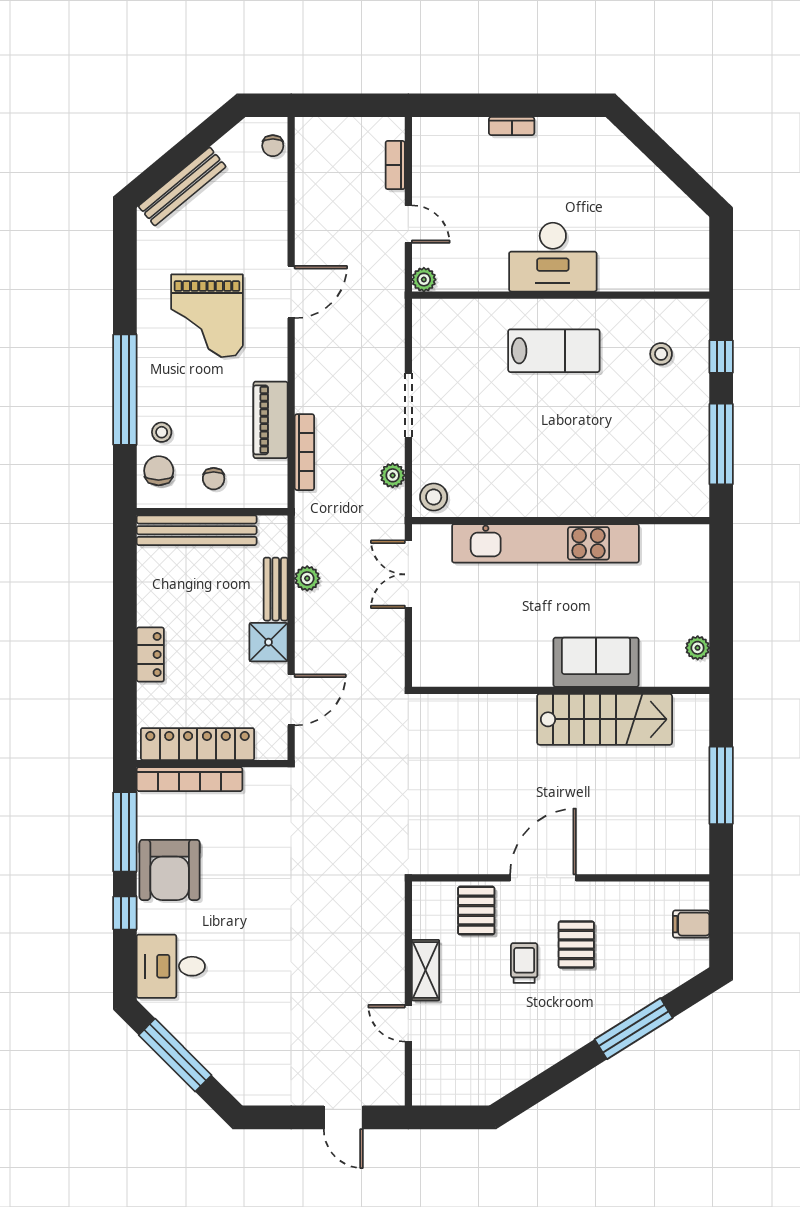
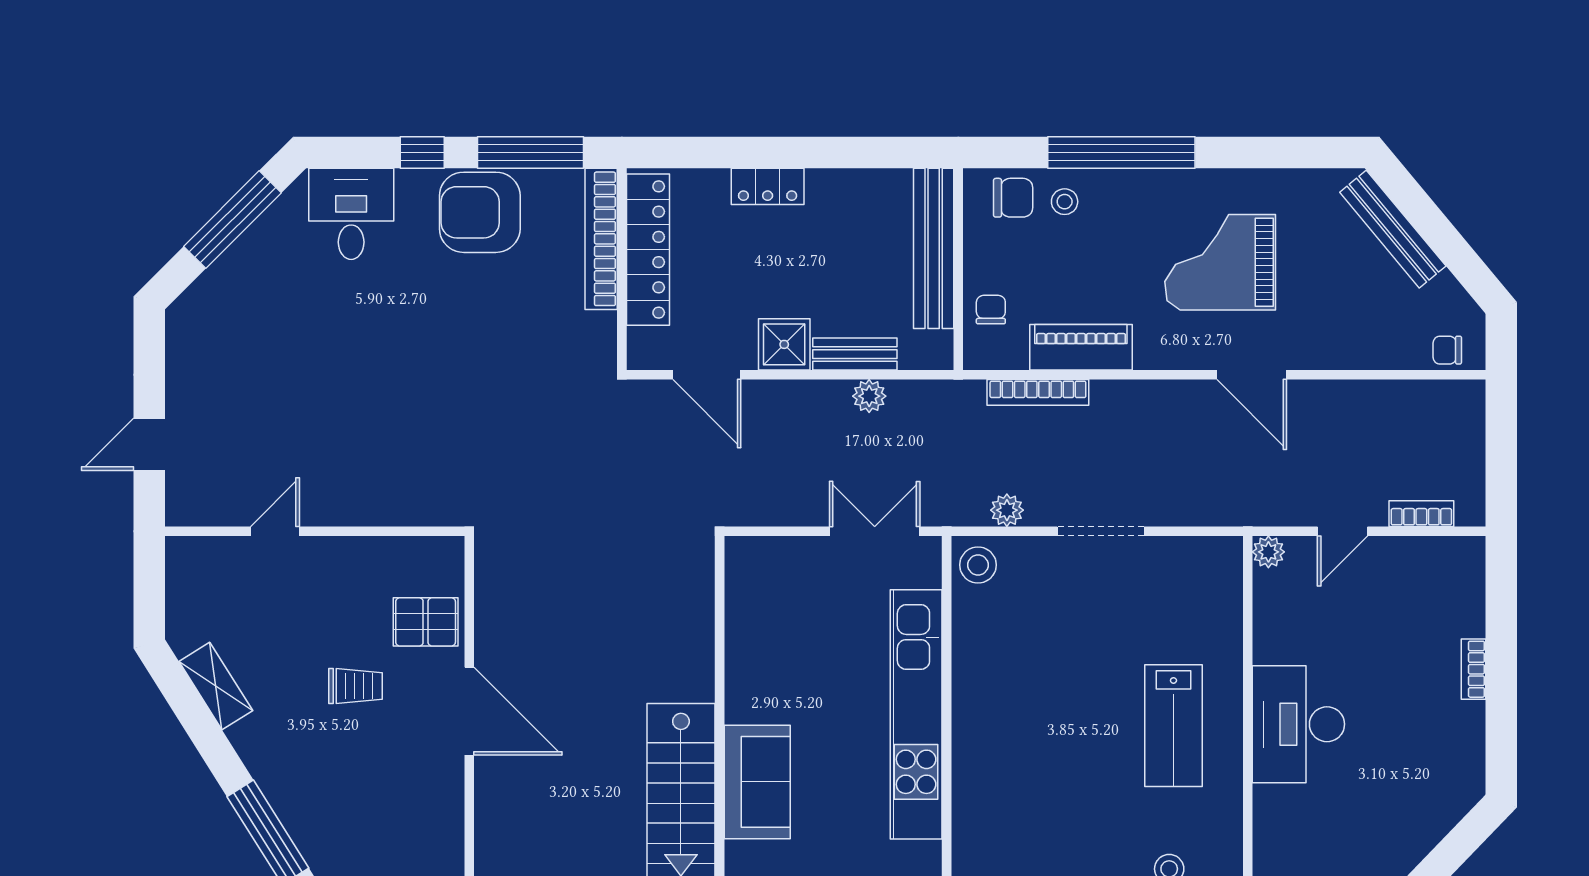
chair: (214, 479) -> (991, 310), moved, turned 90
pallet: (576, 945) -> (380, 756), removed
shelving: (426, 970) -> (216, 686), moved, turned 58

